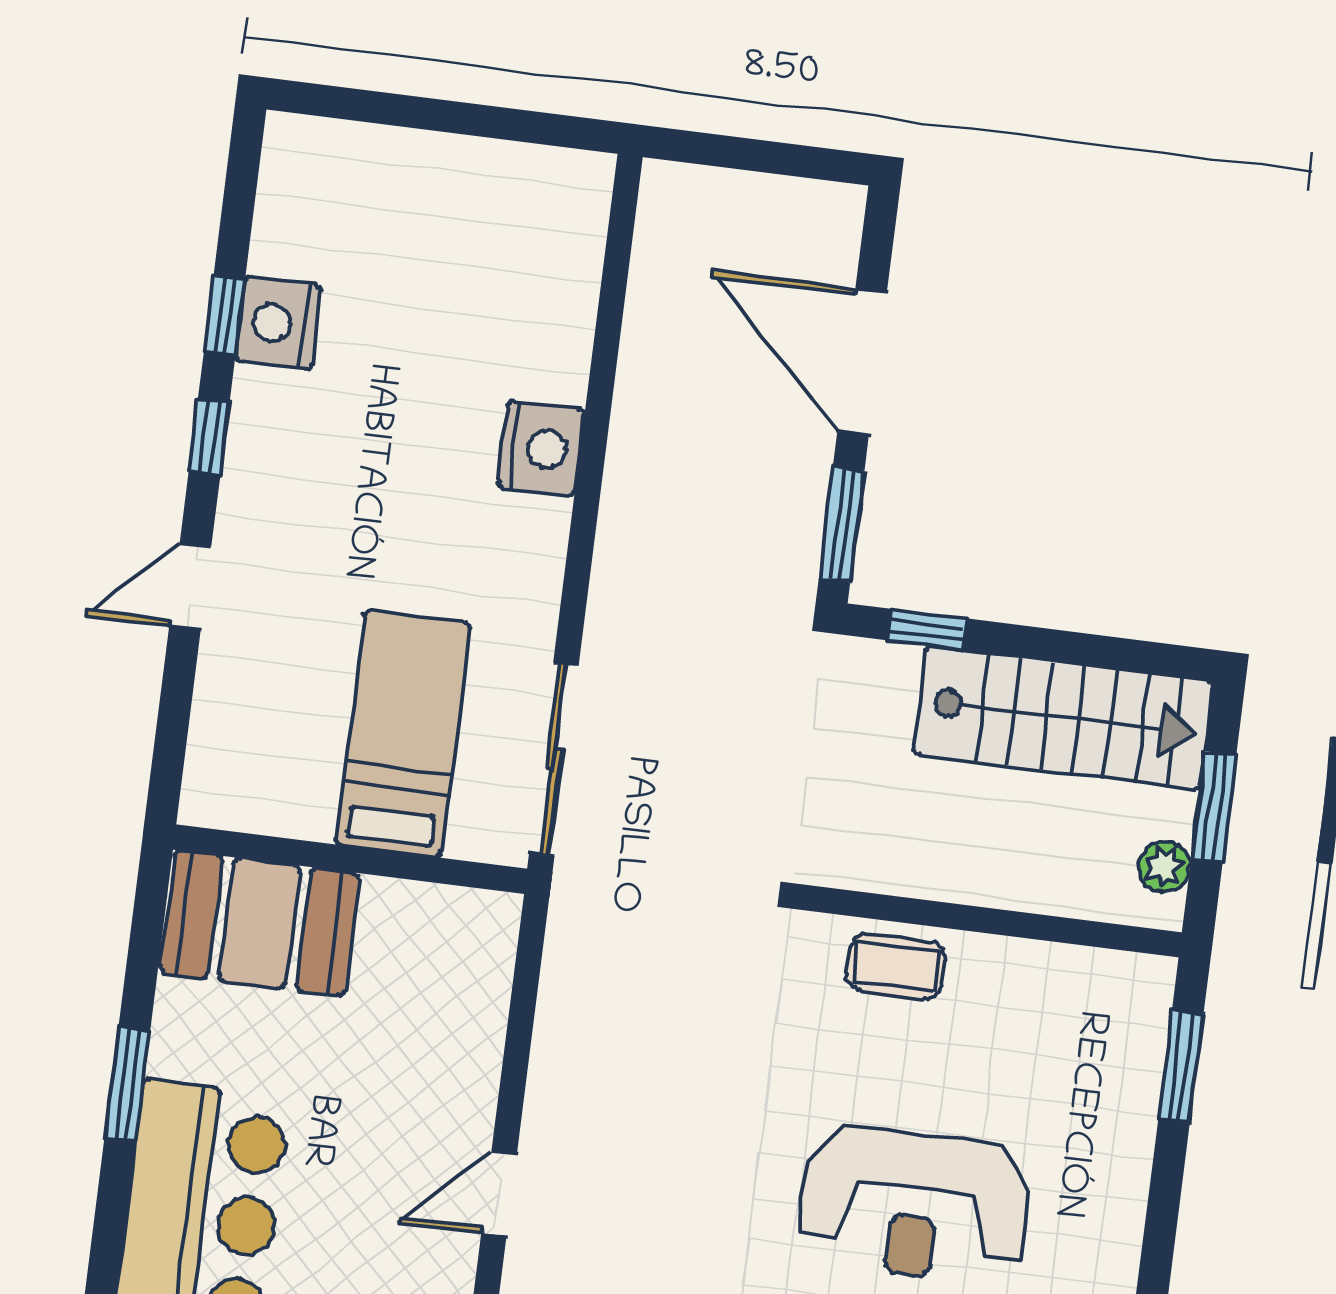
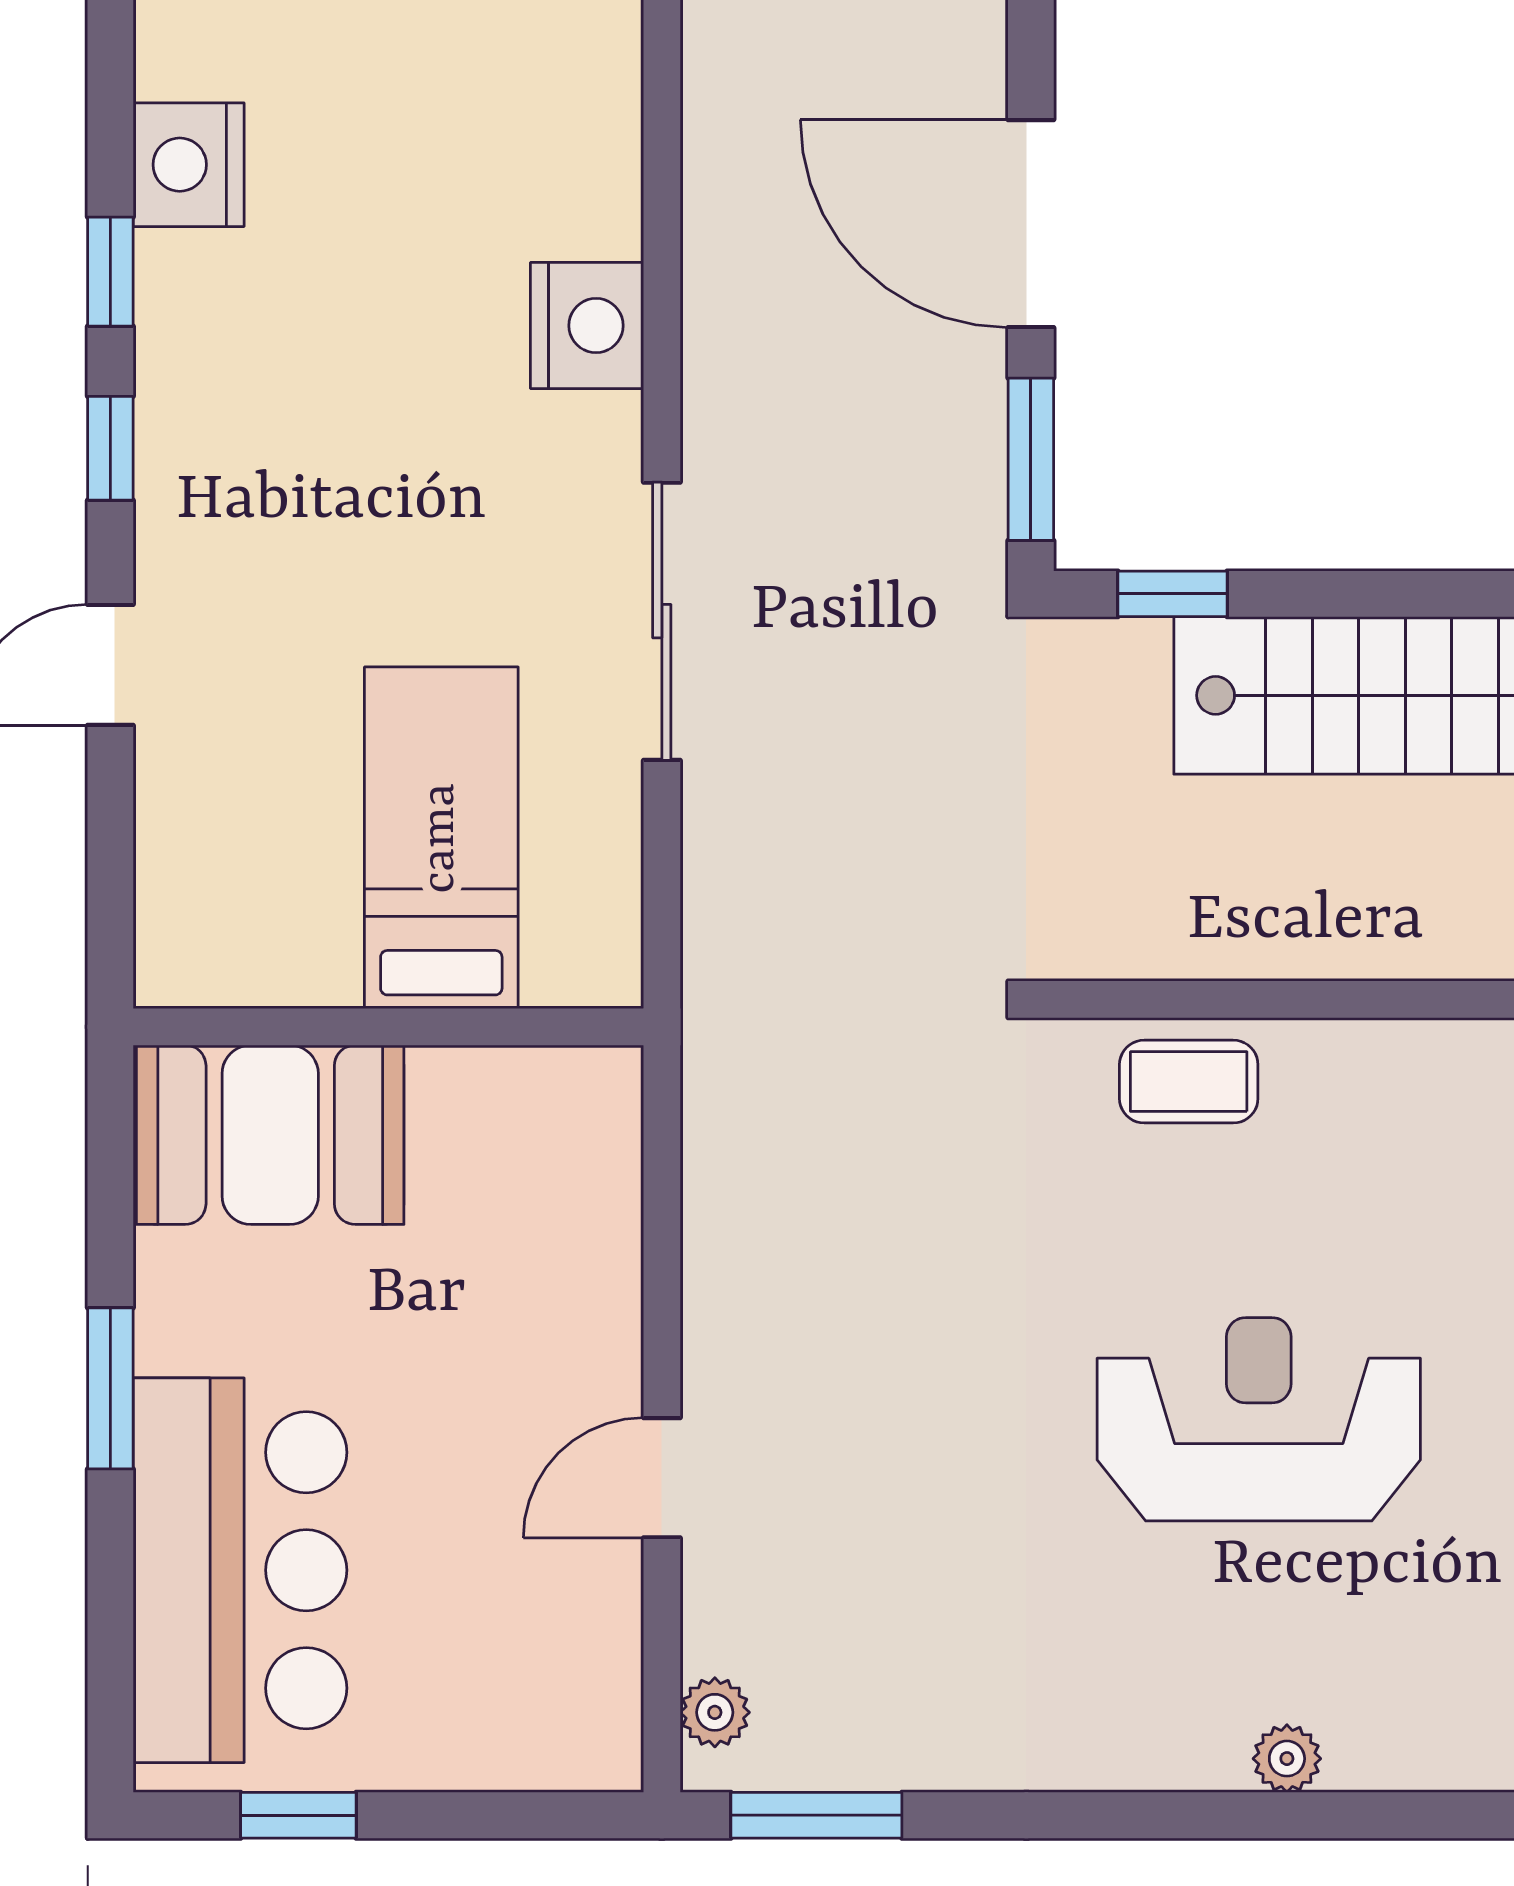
nightstand: (278, 323) -> (189, 165), moved
nightstand: (541, 448) -> (587, 326), moved
sliding door: (554, 759) -> (662, 621), moved
reception desk: (915, 1205) -> (1259, 1419), turned 180

